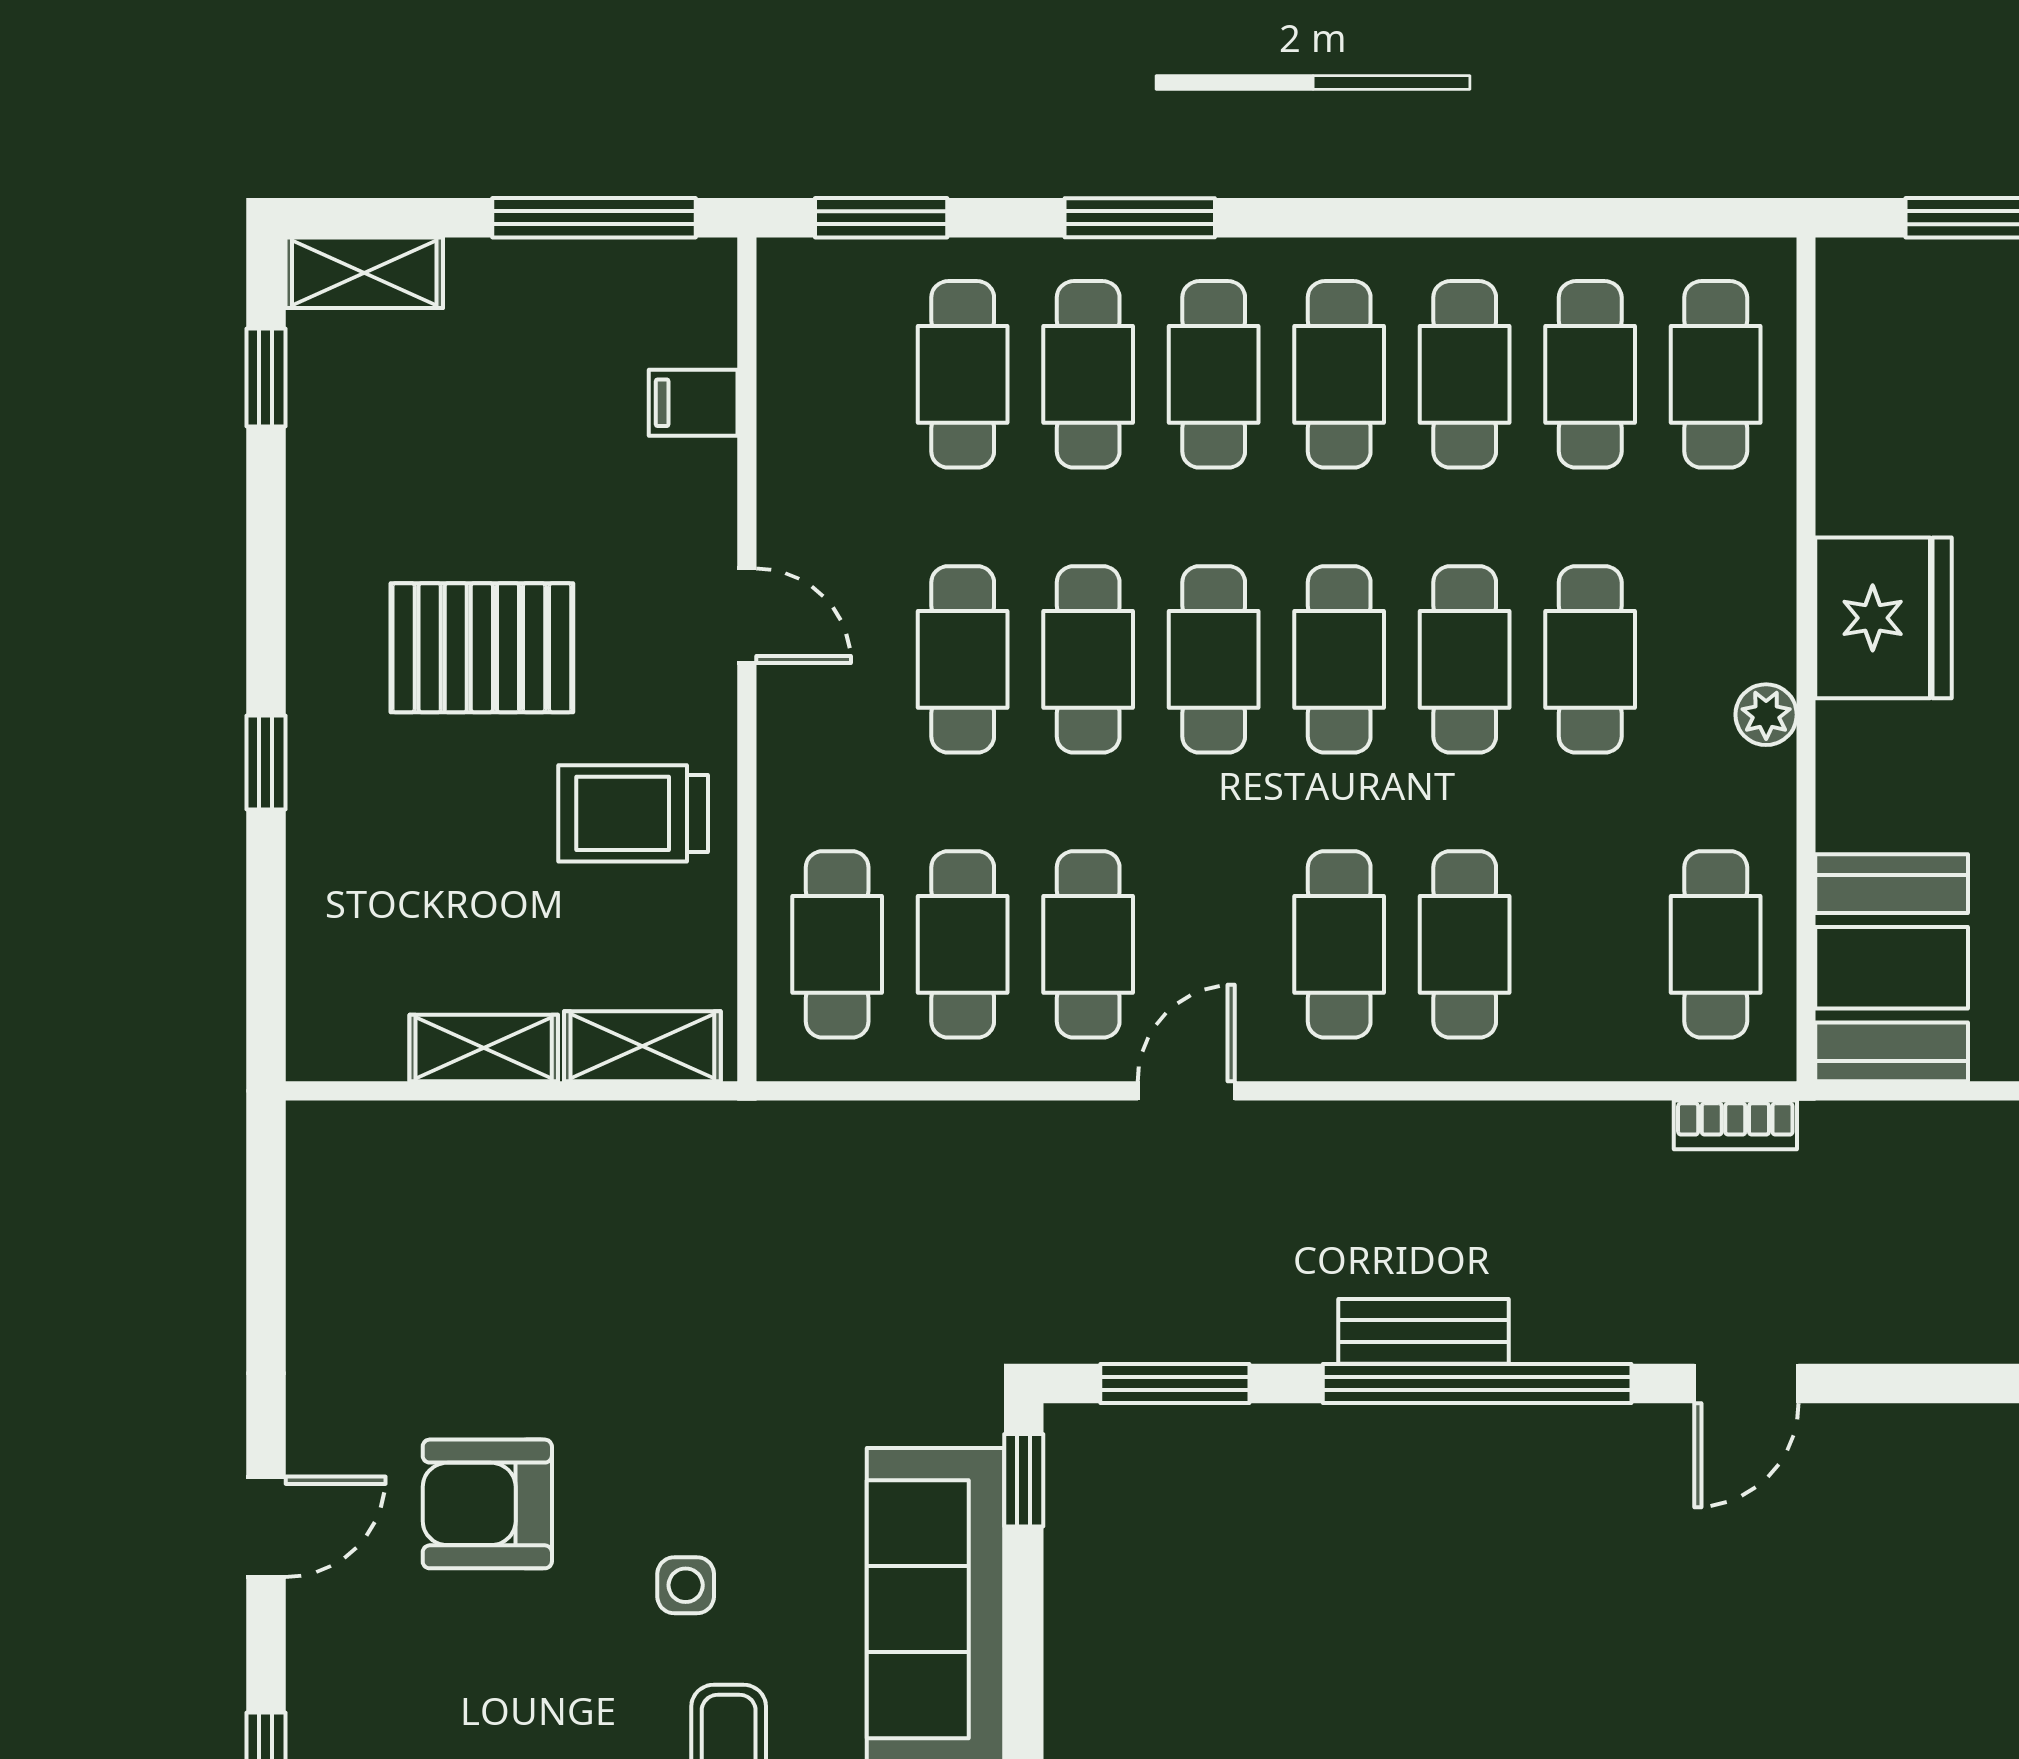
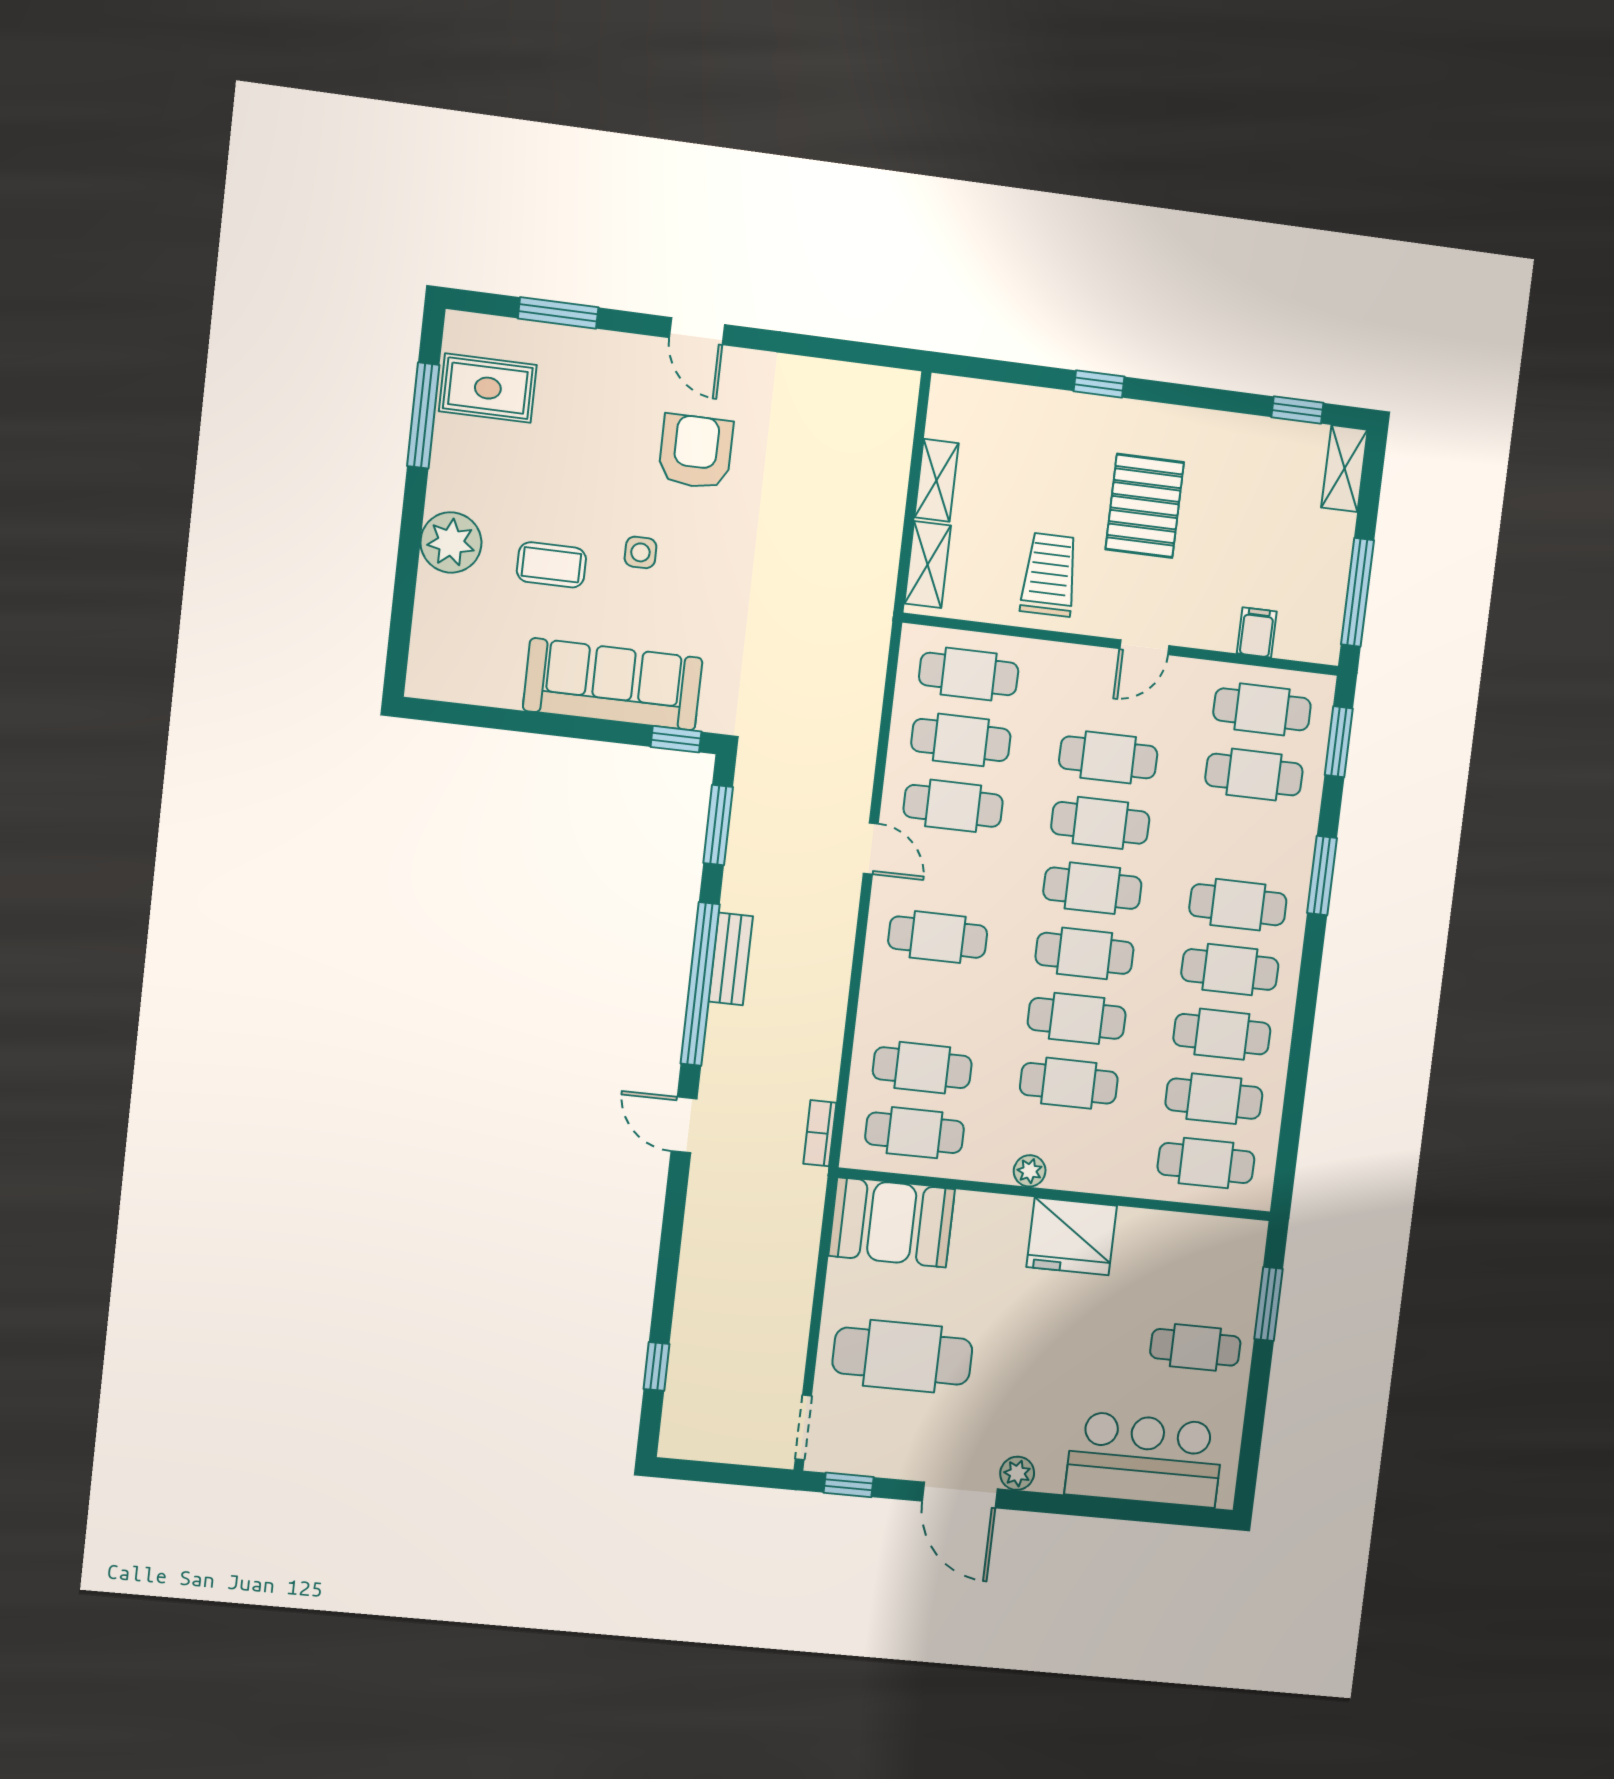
cafe table: (1088, 374) -> (1262, 709), moved
cafe table: (1465, 944) -> (922, 1068), moved

